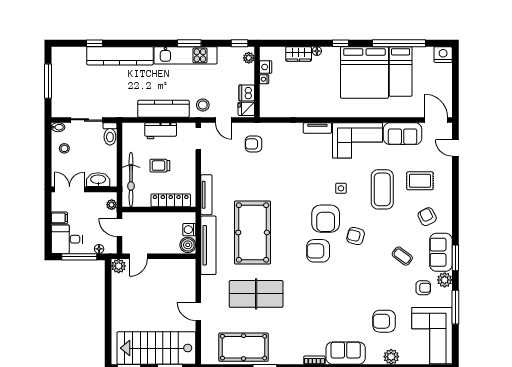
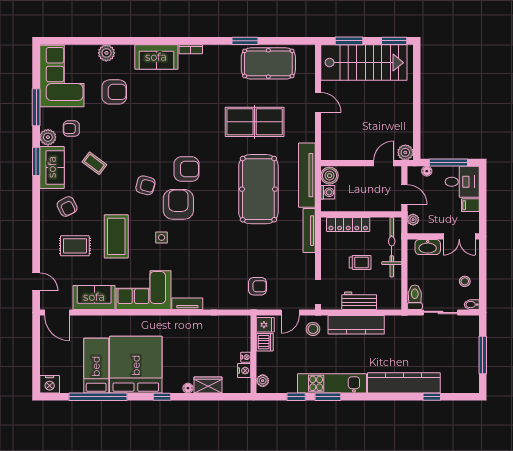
window: (240, 43) -> (296, 397), moved
door: (224, 120) -> (290, 312), swing flipped

